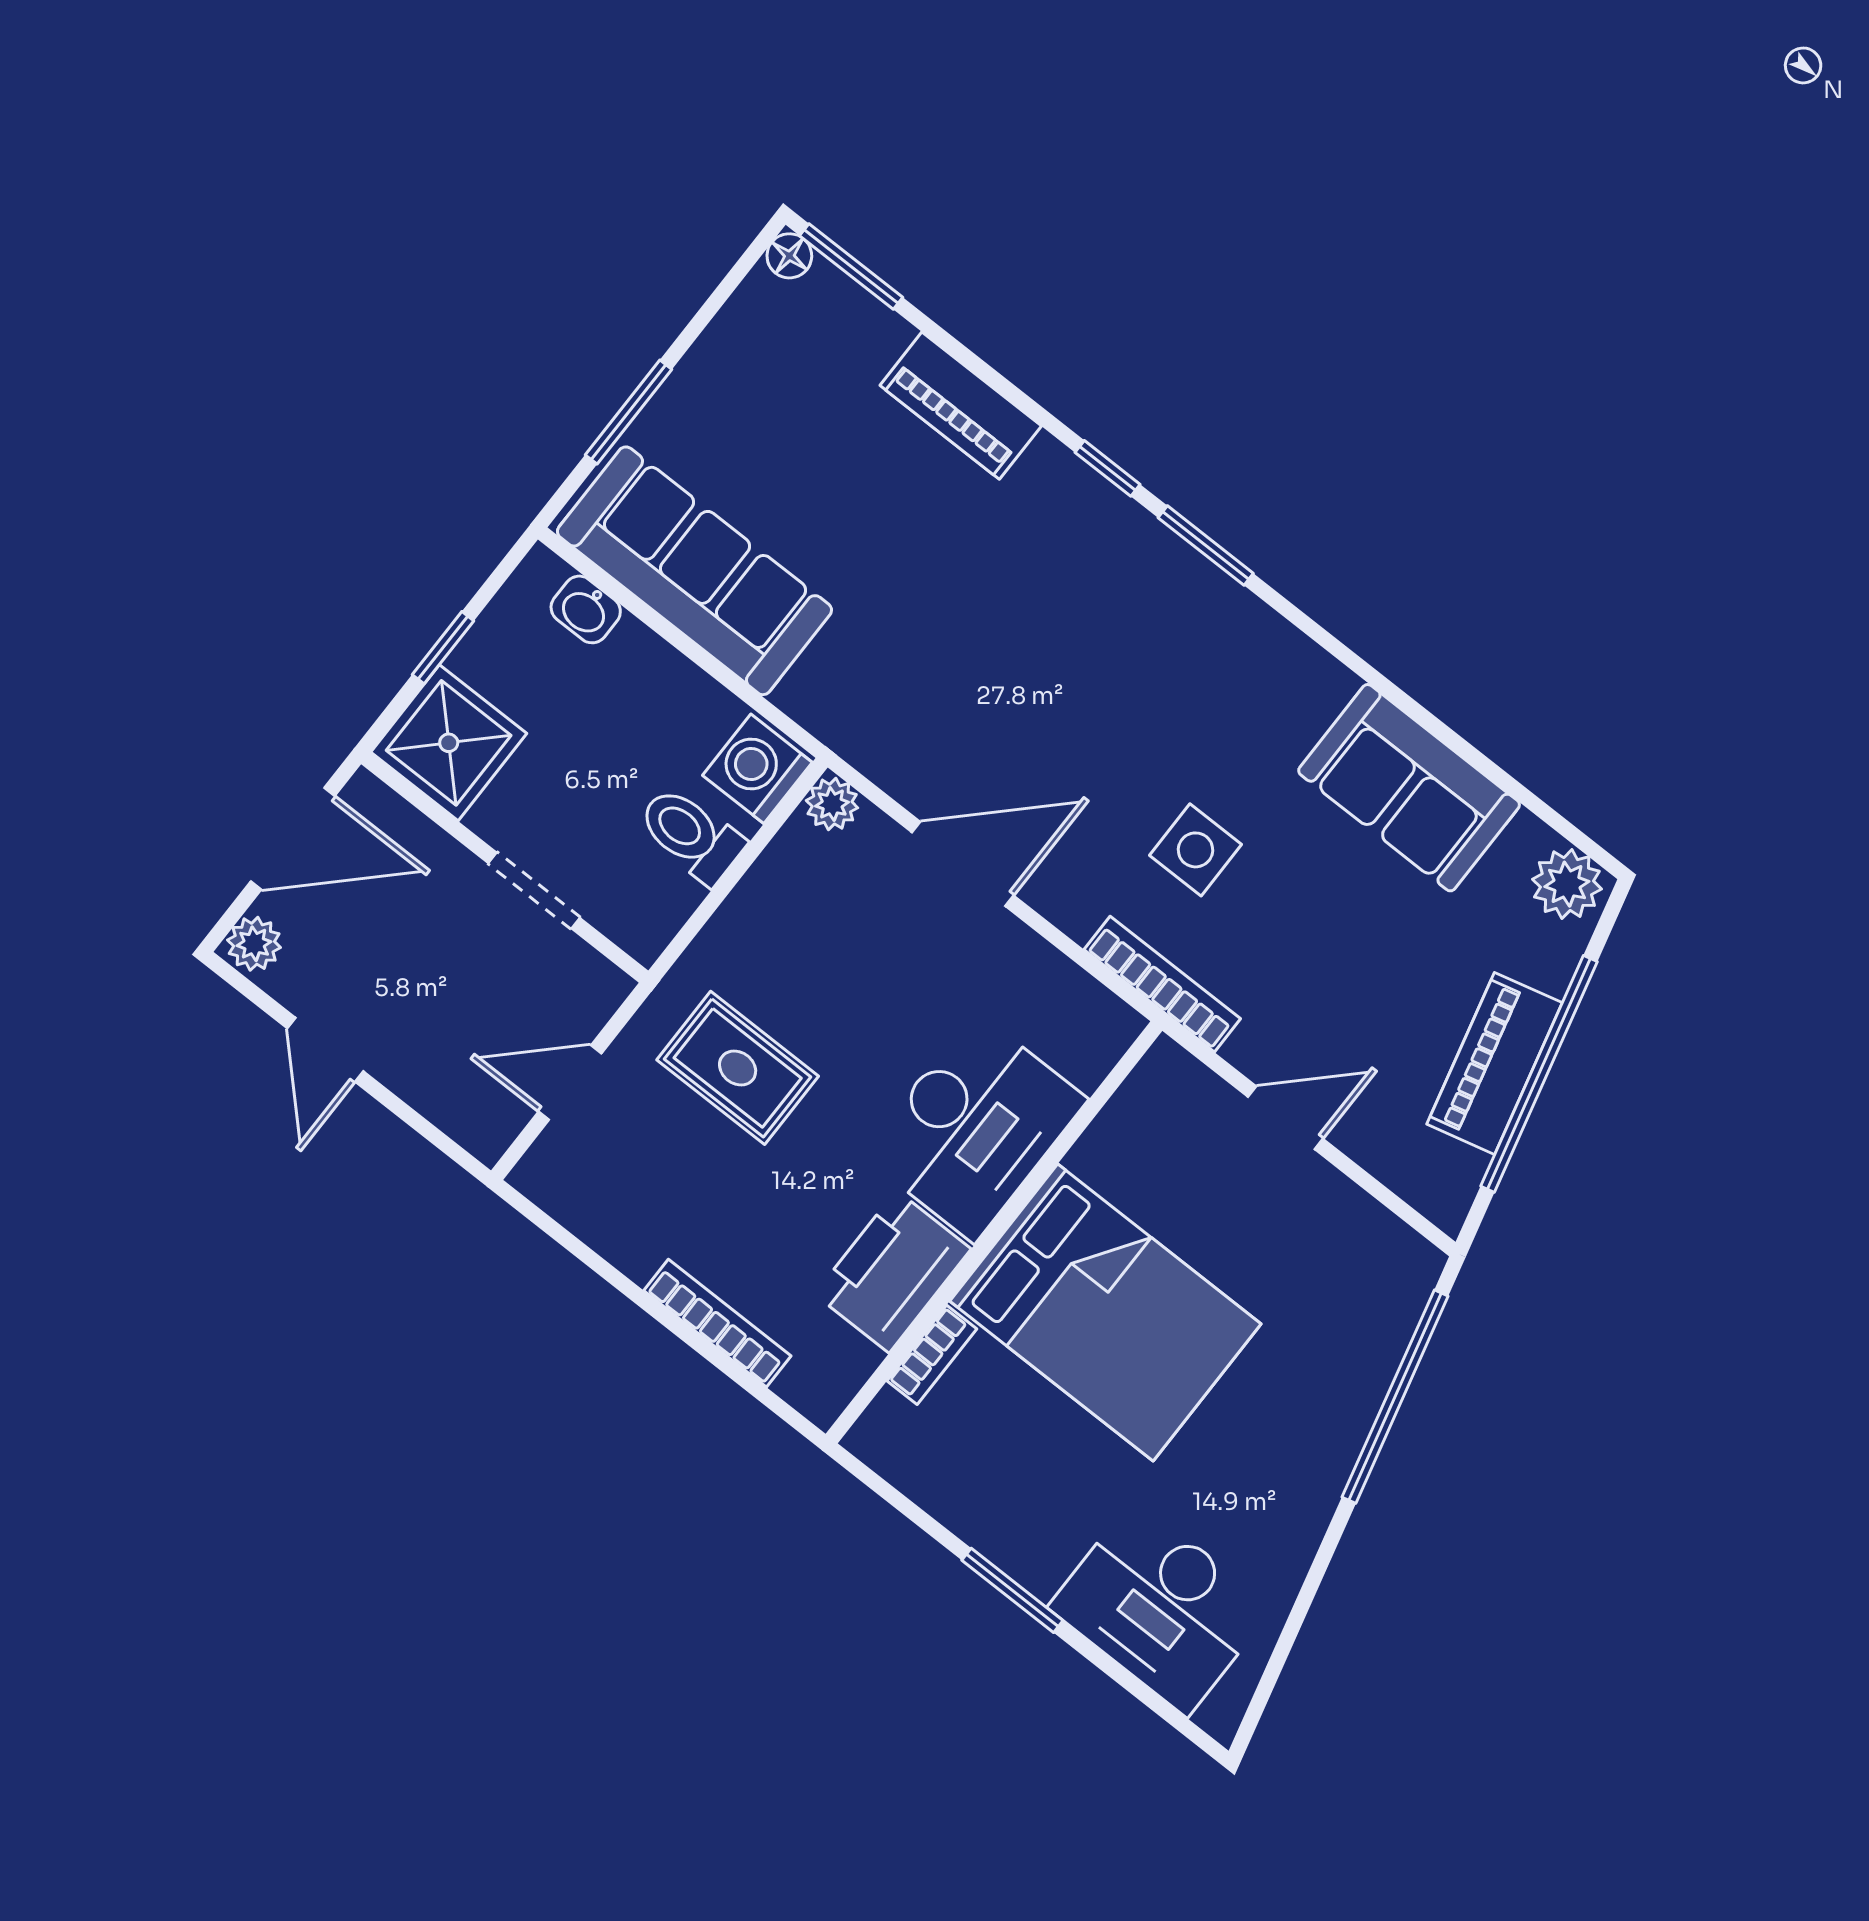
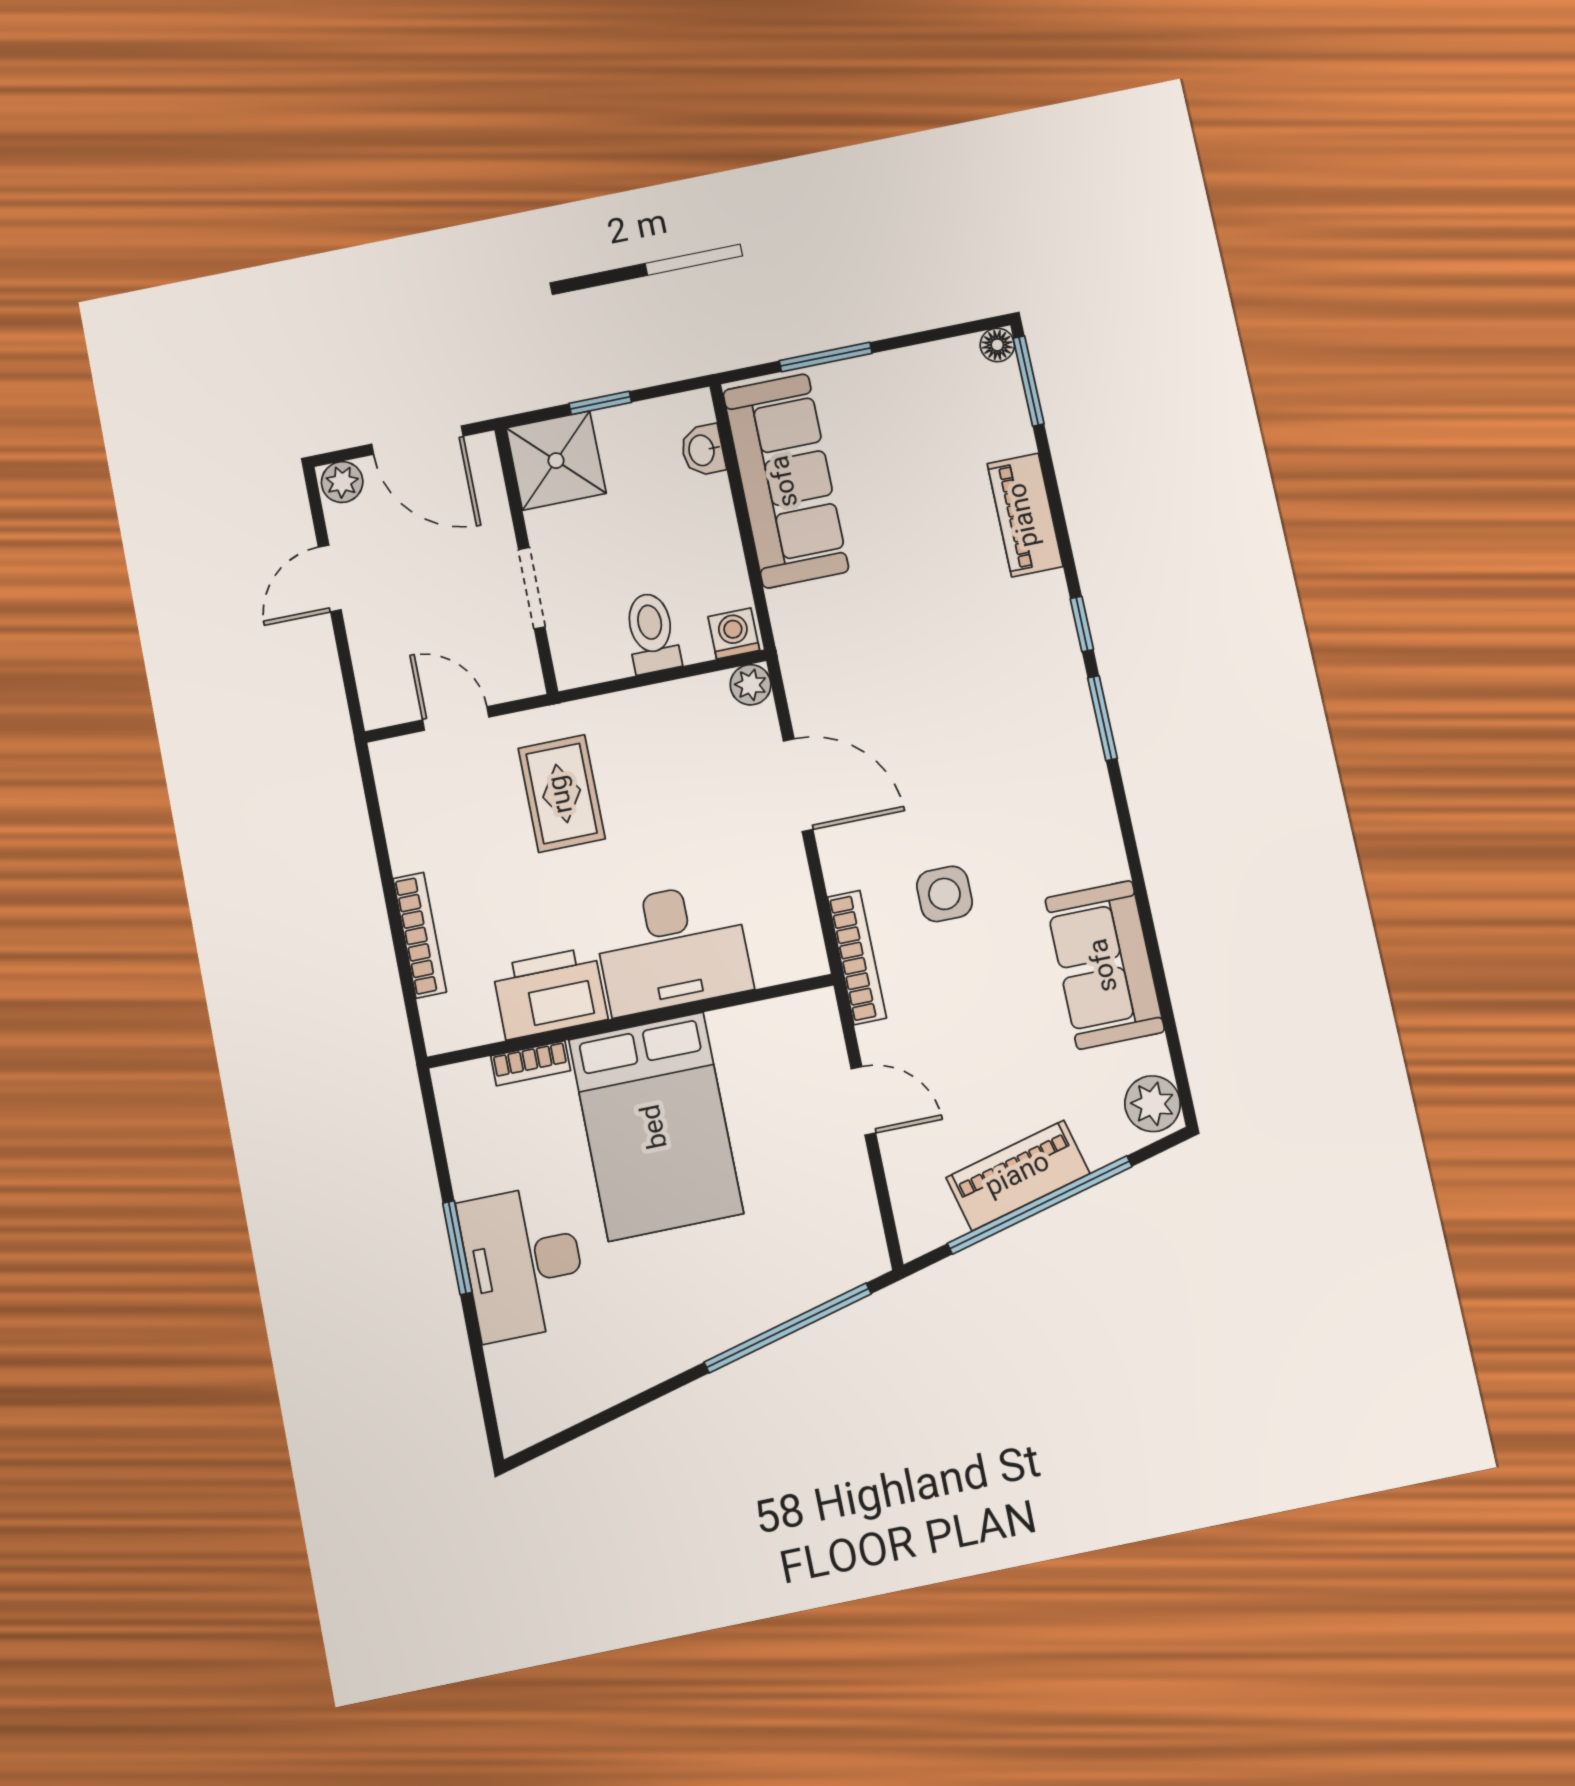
washing machine: (757, 769) -> (734, 633), width x0.73, depth x0.73
desk: (1161, 1608) -> (523, 1263), moved

